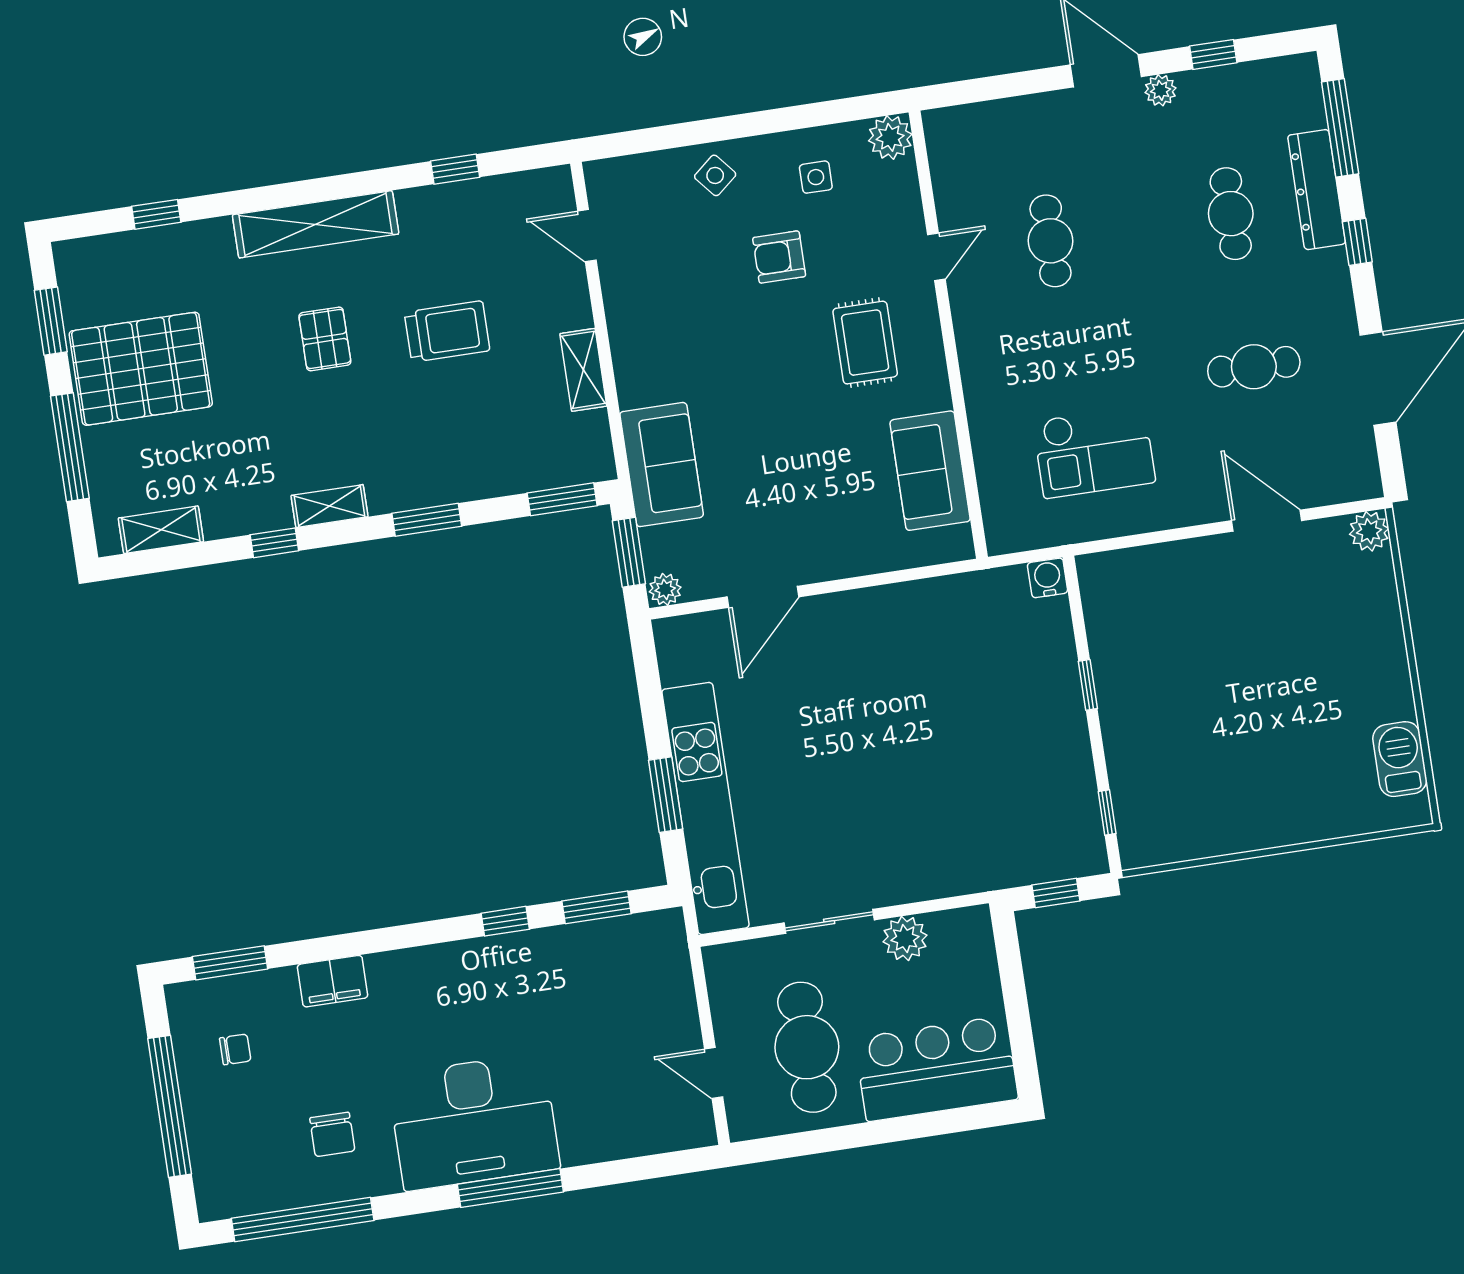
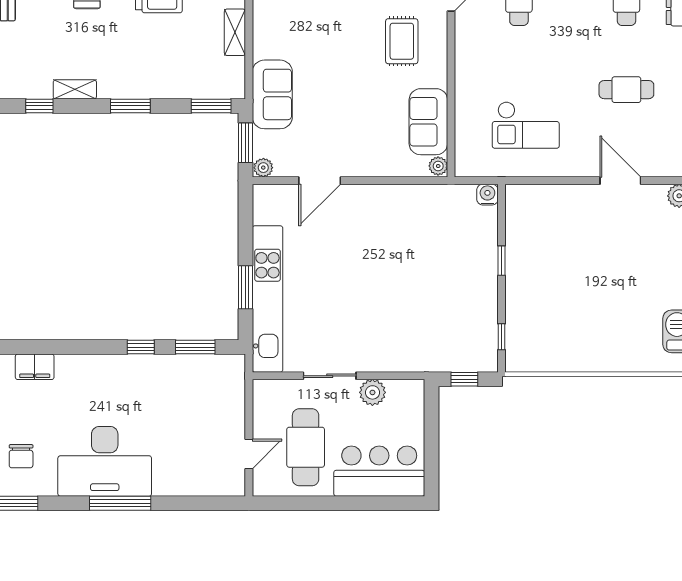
plant: (958, 542) -> (438, 166), added
door: (714, 1073) -> (249, 454), swing flipped

